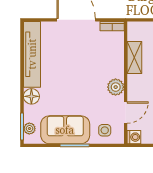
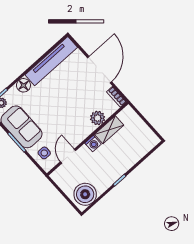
plant: (116, 87) -> (98, 118), moved
door: (126, 112) -> (68, 156), swing flipped
washing machine: (134, 137) -> (93, 144), moved

